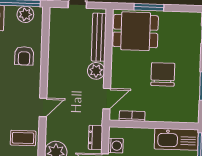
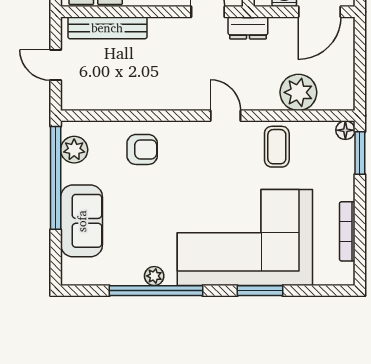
plant: (96, 71) -> (163, 31), removed
dresser: (96, 137) -> (248, 28), moved

